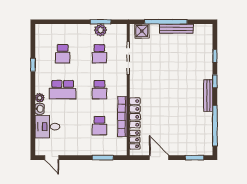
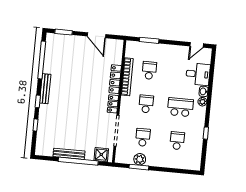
locker: (135, 140) -> (113, 104), moved
door: (52, 158) -> (197, 45), swing flipped

